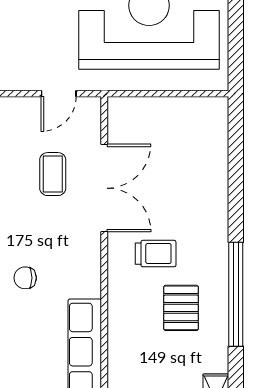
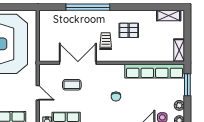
door: (59, 94) -> (38, 93), moved
window: (236, 294) -> (88, 7), moved

